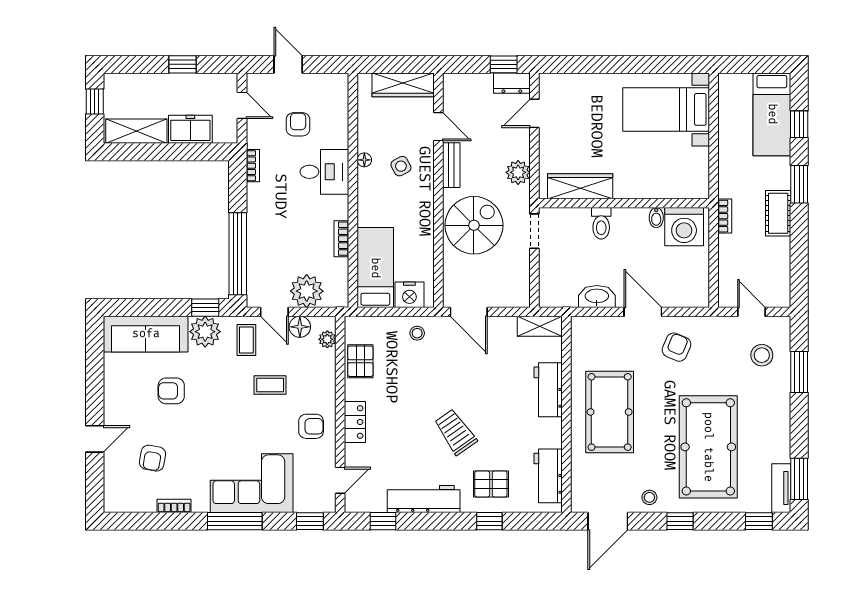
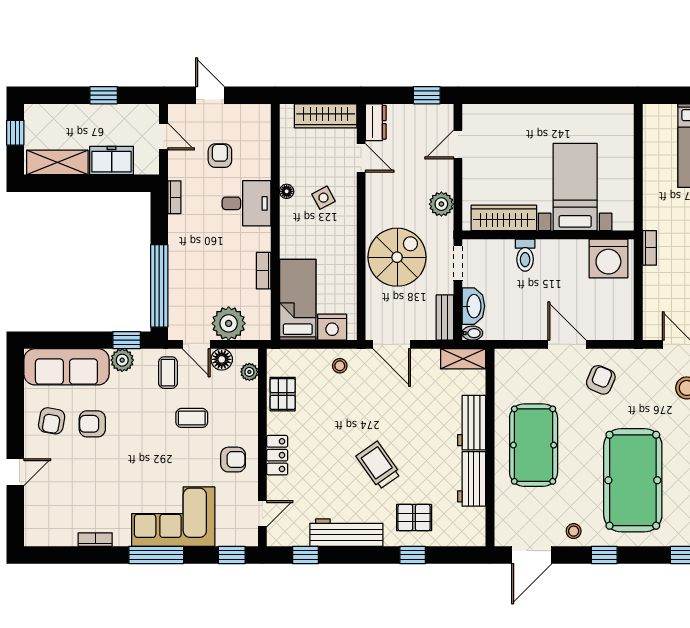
dresser: (512, 83) -> (376, 122), moved, turned -90
bed with nightstands: (666, 109) -> (575, 187), moved, turned 90
bench: (451, 165) -> (445, 317), moved
bidet: (656, 218) -> (472, 333), moved, turned -90
washbasin: (597, 297) -> (473, 306), moved, turned 90
plant: (205, 332) -> (122, 360), width x0.73, depth x0.73
armchair: (152, 458) -> (52, 421), moved
workbench: (548, 476) -> (472, 479), moved

